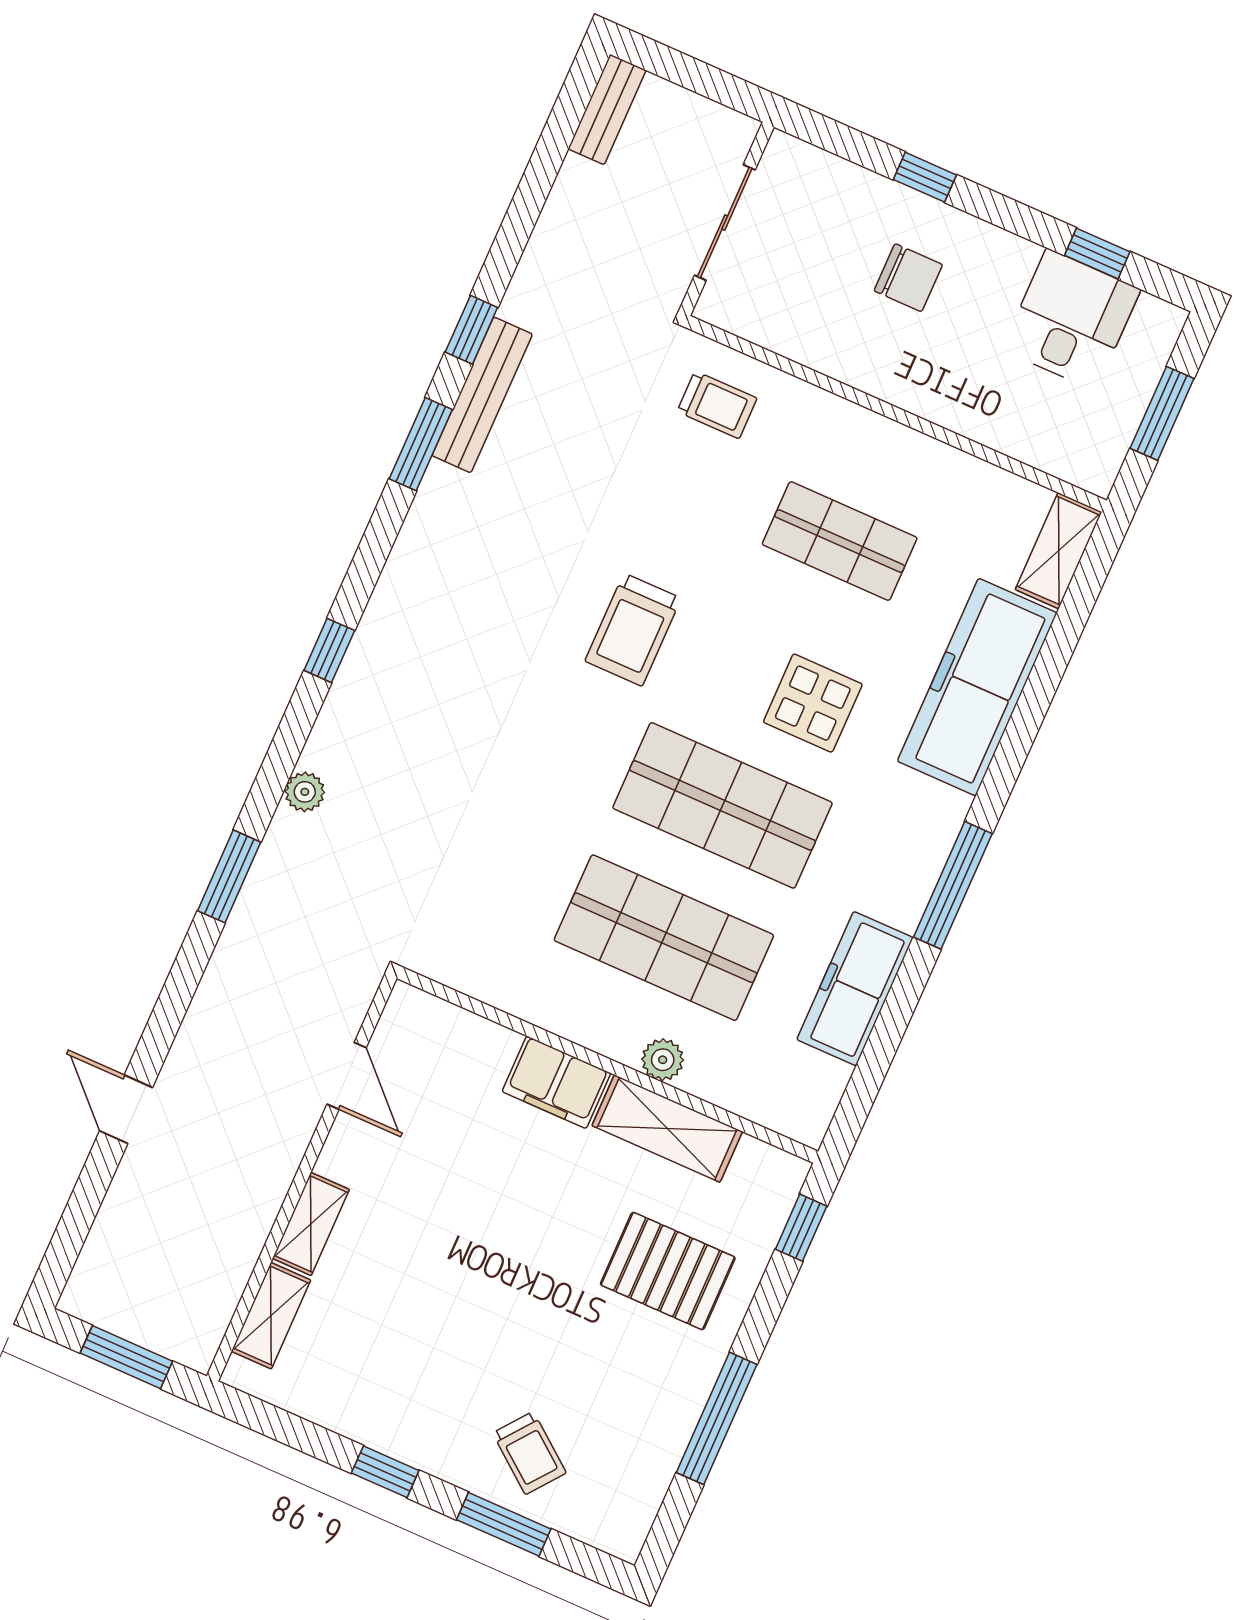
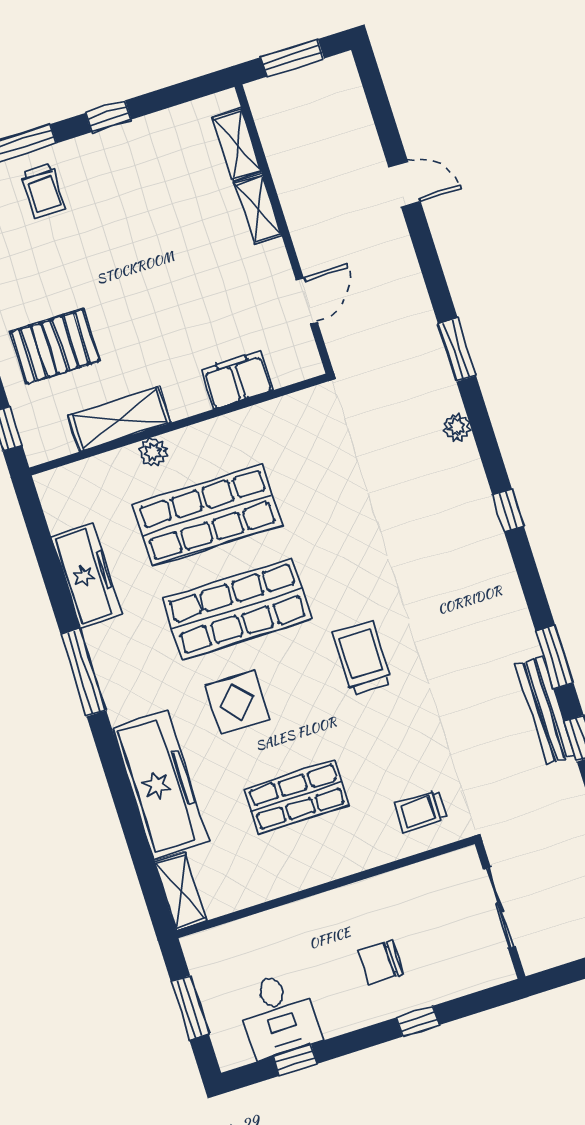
door: (347, 1076) -> (307, 301), swing flipped
filing cabinet: (556, 1082) -> (237, 380), moved
trolley: (529, 1453) -> (43, 191), turned -128

